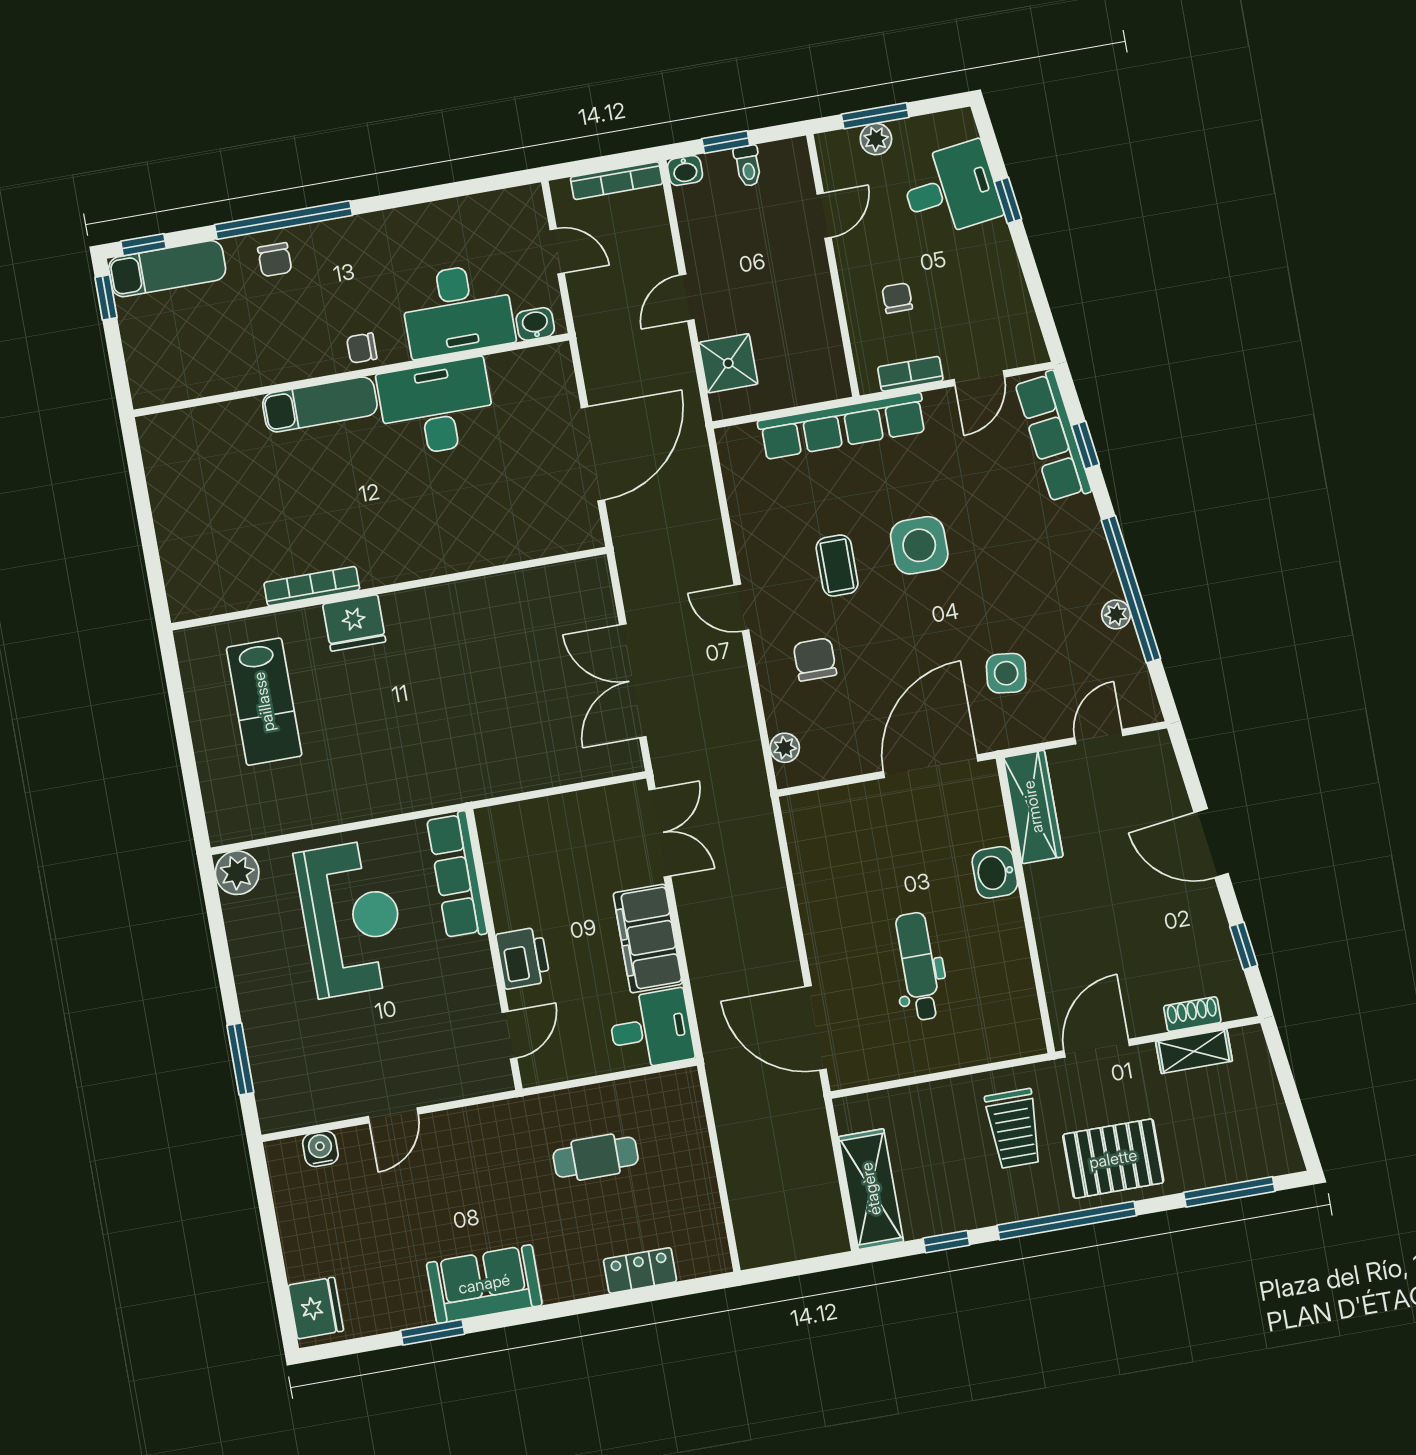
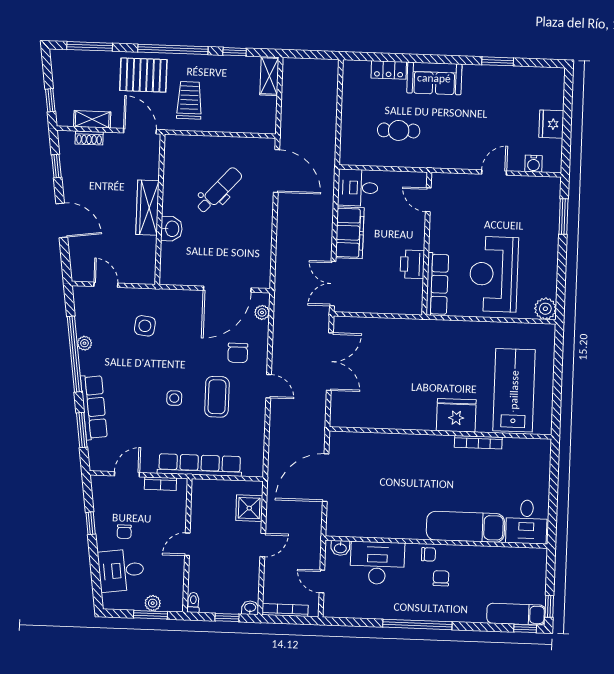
toilet: (748, 166) -> (193, 602), moved
window: (1008, 200) -> (91, 523), moved
door: (824, 216) -> (187, 544), moved
window: (284, 220) -> (417, 624), moved
chair: (275, 260) -> (441, 578), moved
chair: (897, 298) -> (124, 532), moved
exam couch: (320, 404) -> (466, 527), width x1.36, depth x1.45
desk: (437, 408) -> (527, 522), moved, width x0.73
row of seats: (1053, 437) -> (94, 407), moved
window: (1085, 445) -> (82, 430), width x1.50
side table: (919, 545) -> (174, 398), width x0.54, depth x0.54
coffee table: (837, 566) -> (217, 397), width x1.36, depth x1.30
fridge: (354, 623) -> (456, 415), width x1.36, depth x1.34
lab bench: (264, 702) -> (514, 390), width x1.36, depth x1.39
door: (1099, 737) -> (106, 285), swing flipped
door: (931, 766) -> (227, 289), moved
wardrobe: (1033, 807) -> (148, 208), moved
printer: (523, 958) -> (412, 264), moved
dental chair: (918, 966) -> (219, 190), turned -138
door: (509, 1035) -> (428, 200), hinge flipped
door: (1097, 1048) -> (140, 131), swing flipped
window: (1283, 1071) -> (50, 100), added
shelving: (871, 1189) -> (269, 76), width x0.67, depth x0.75
sofa: (484, 1284) -> (434, 78), moved
fridge: (316, 1308) -> (551, 124), moved

